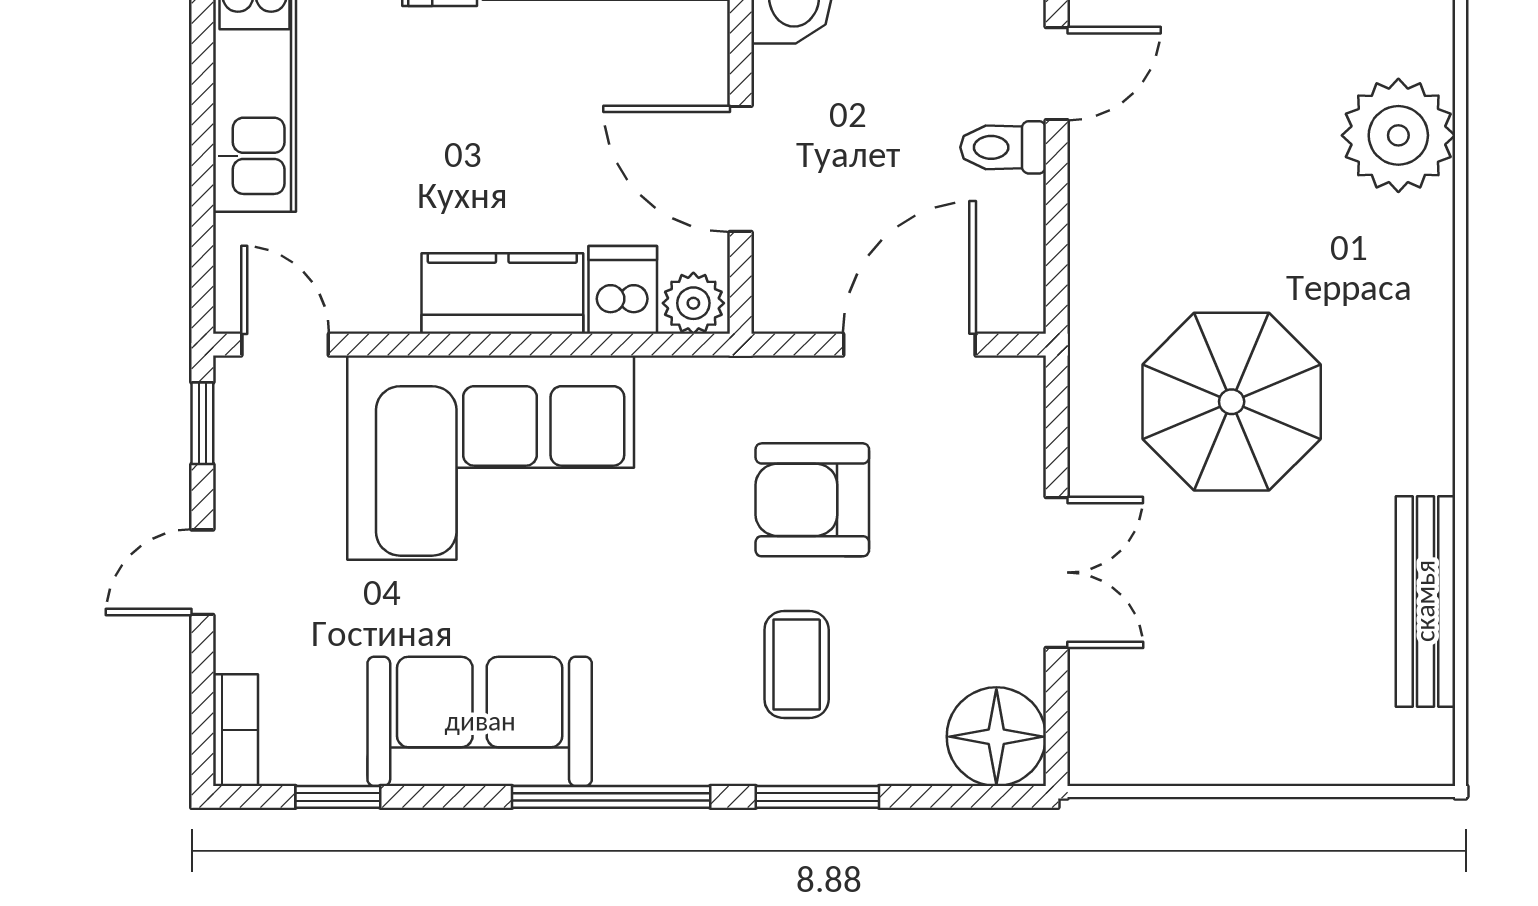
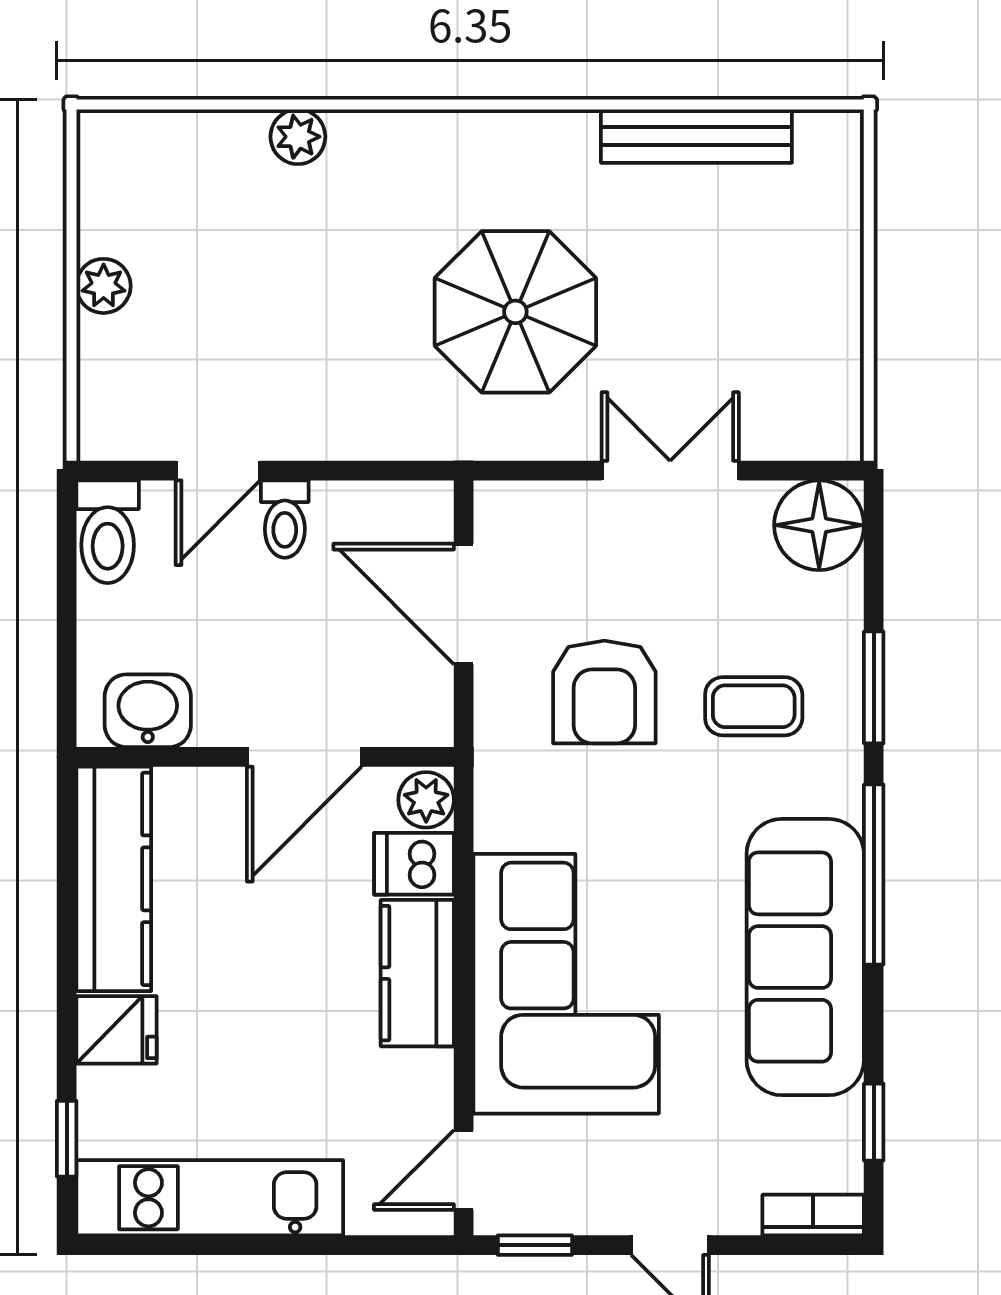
door: (1057, 74) -> (218, 471), swing flipped
plant: (1398, 135) -> (298, 137), width x0.53, depth x0.53
sofa: (480, 721) -> (805, 957), width x1.36

